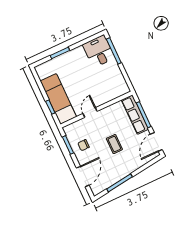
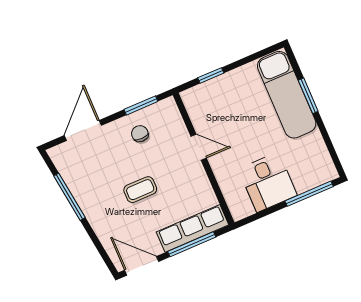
desk: (99, 51) -> (268, 182), moved, turned 90
exam couch: (58, 99) -> (287, 95), moved, turned 90
door: (83, 177) -> (83, 130), swing flipped

